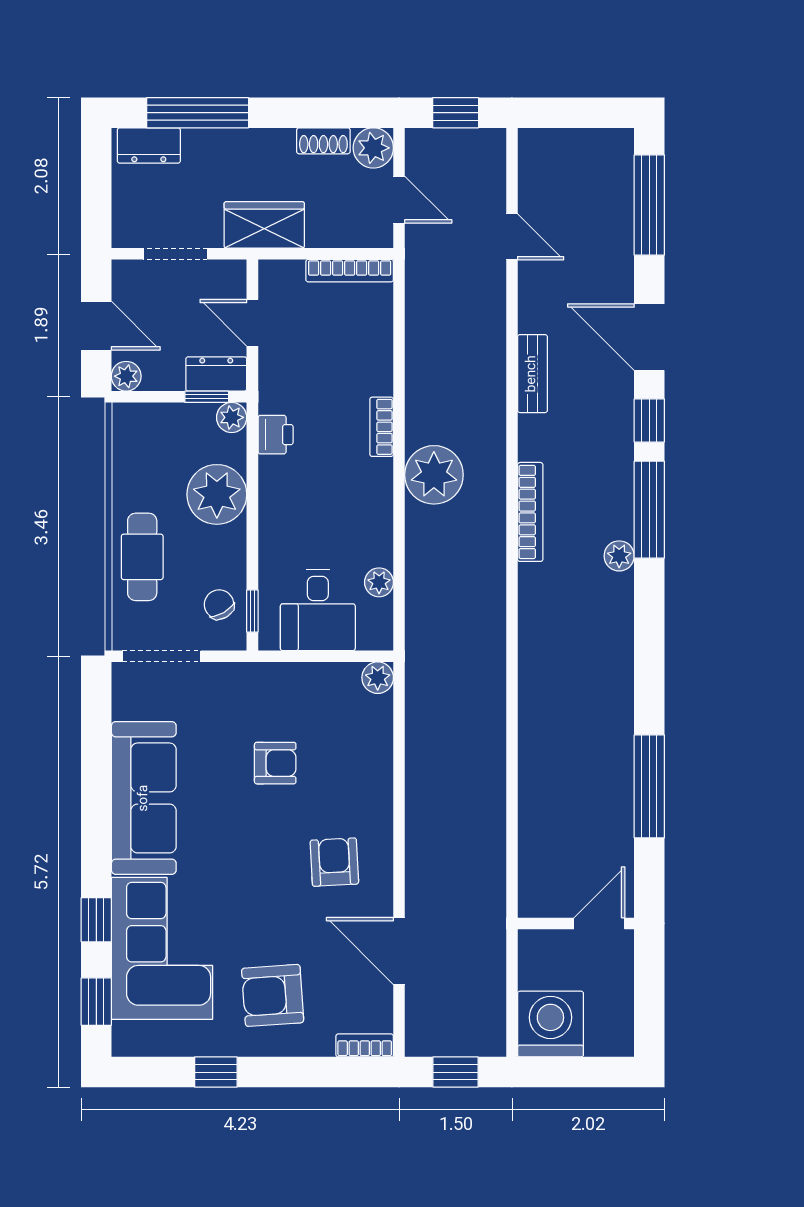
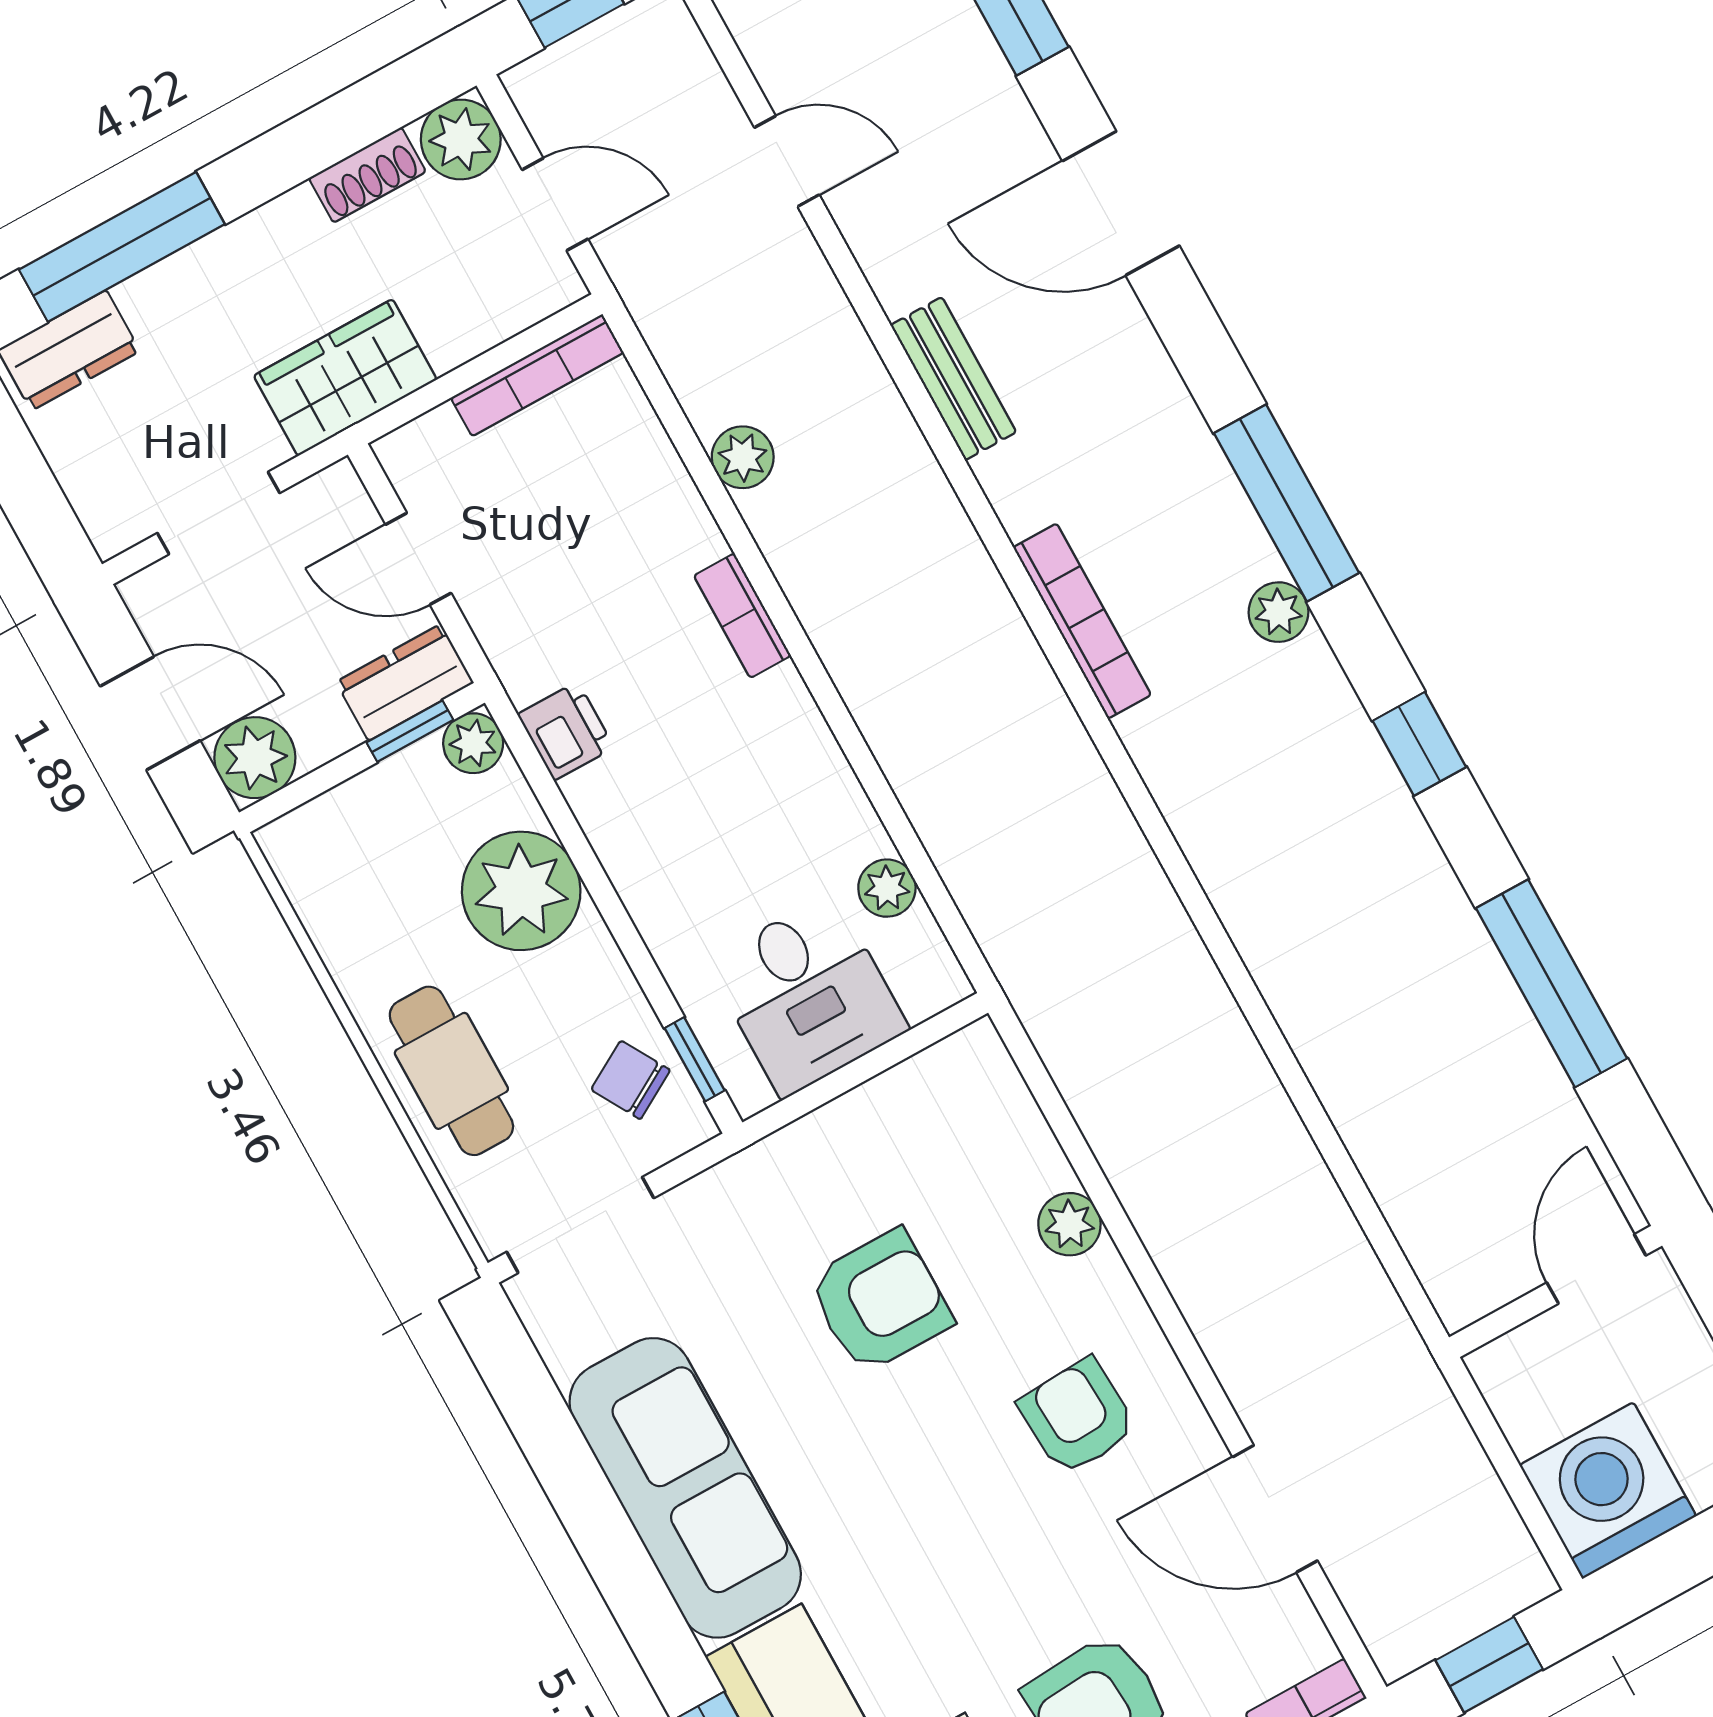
plant: (126, 376) -> (255, 758), width x1.38, depth x1.38
window: (649, 420) -> (1419, 744), moved
plant: (434, 475) -> (743, 457), moved, width x0.53, depth x0.53
plant: (378, 678) -> (1069, 1224), moved
armchair: (275, 763) -> (880, 1301), width x1.38, depth x1.38

